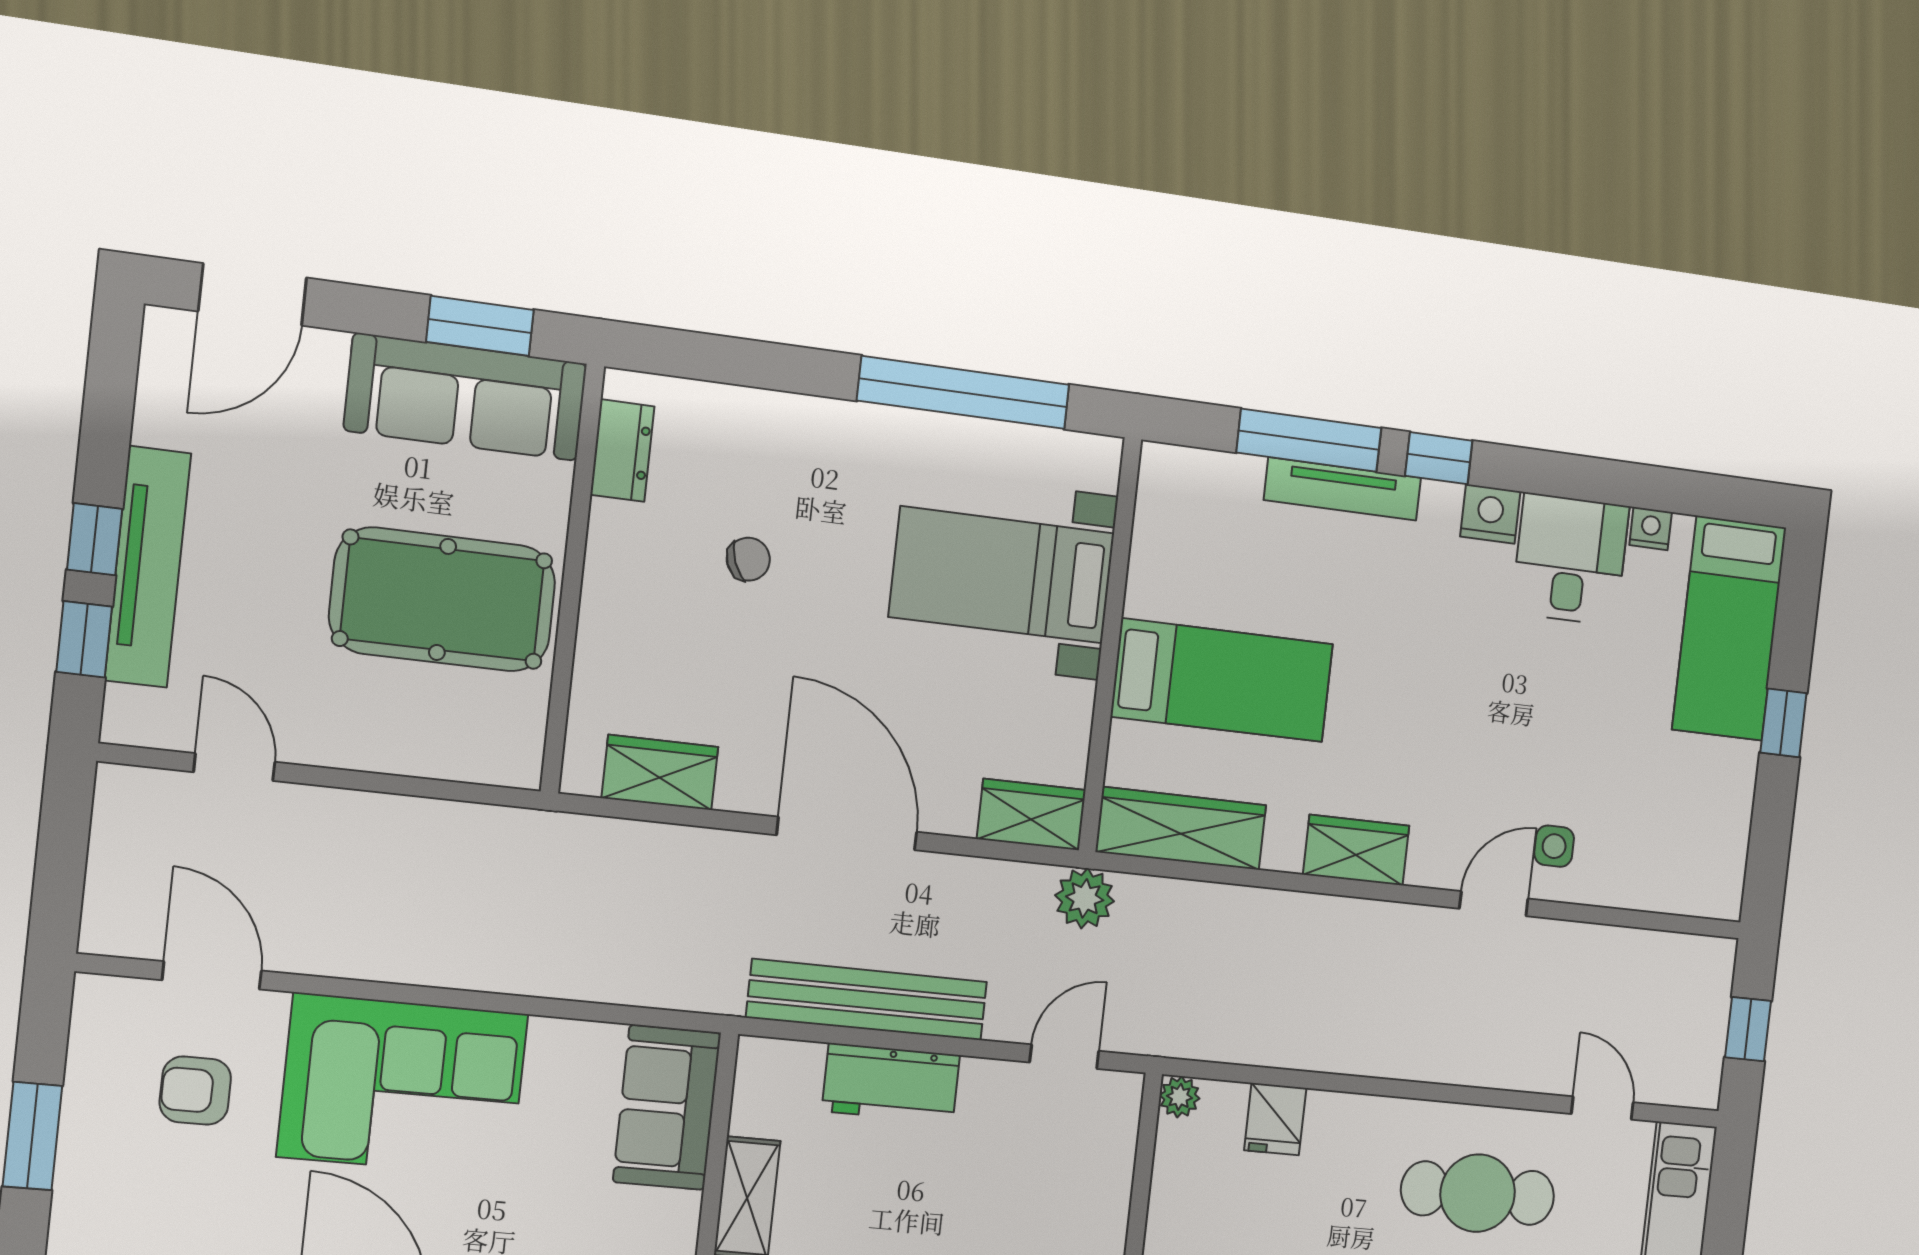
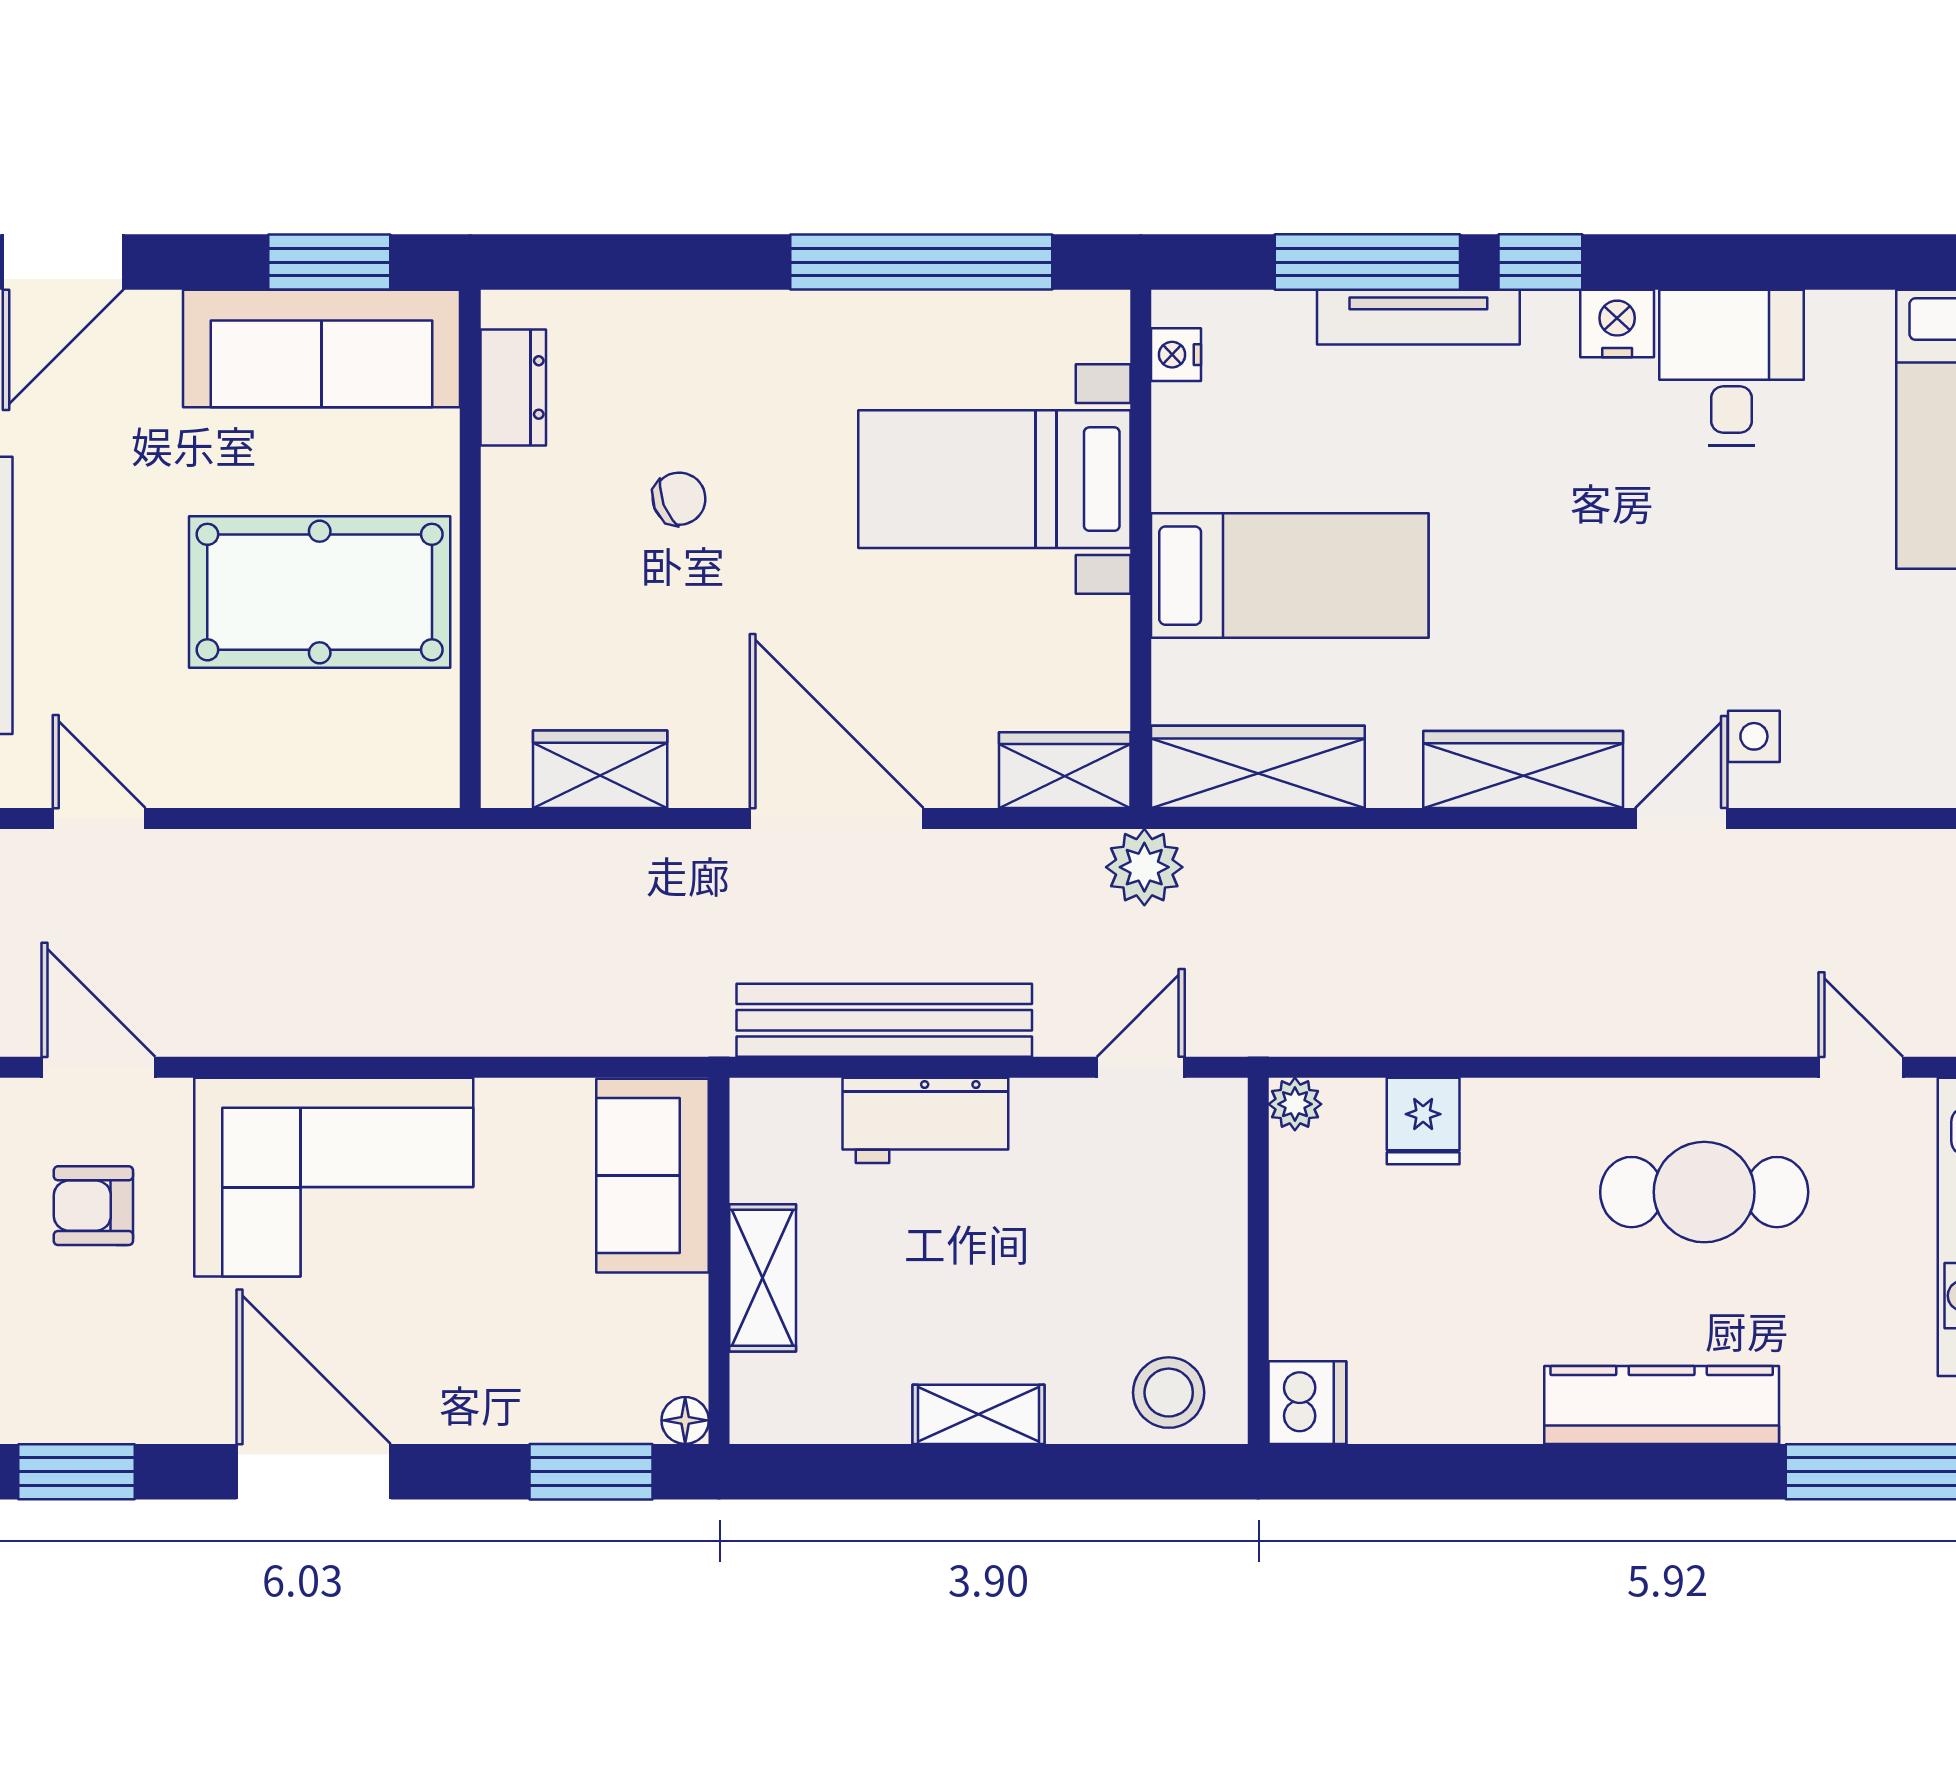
nightstand: (1651, 529) -> (1176, 355), moved, turned -90
wardrobe: (1356, 850) -> (1523, 770), width x1.50

